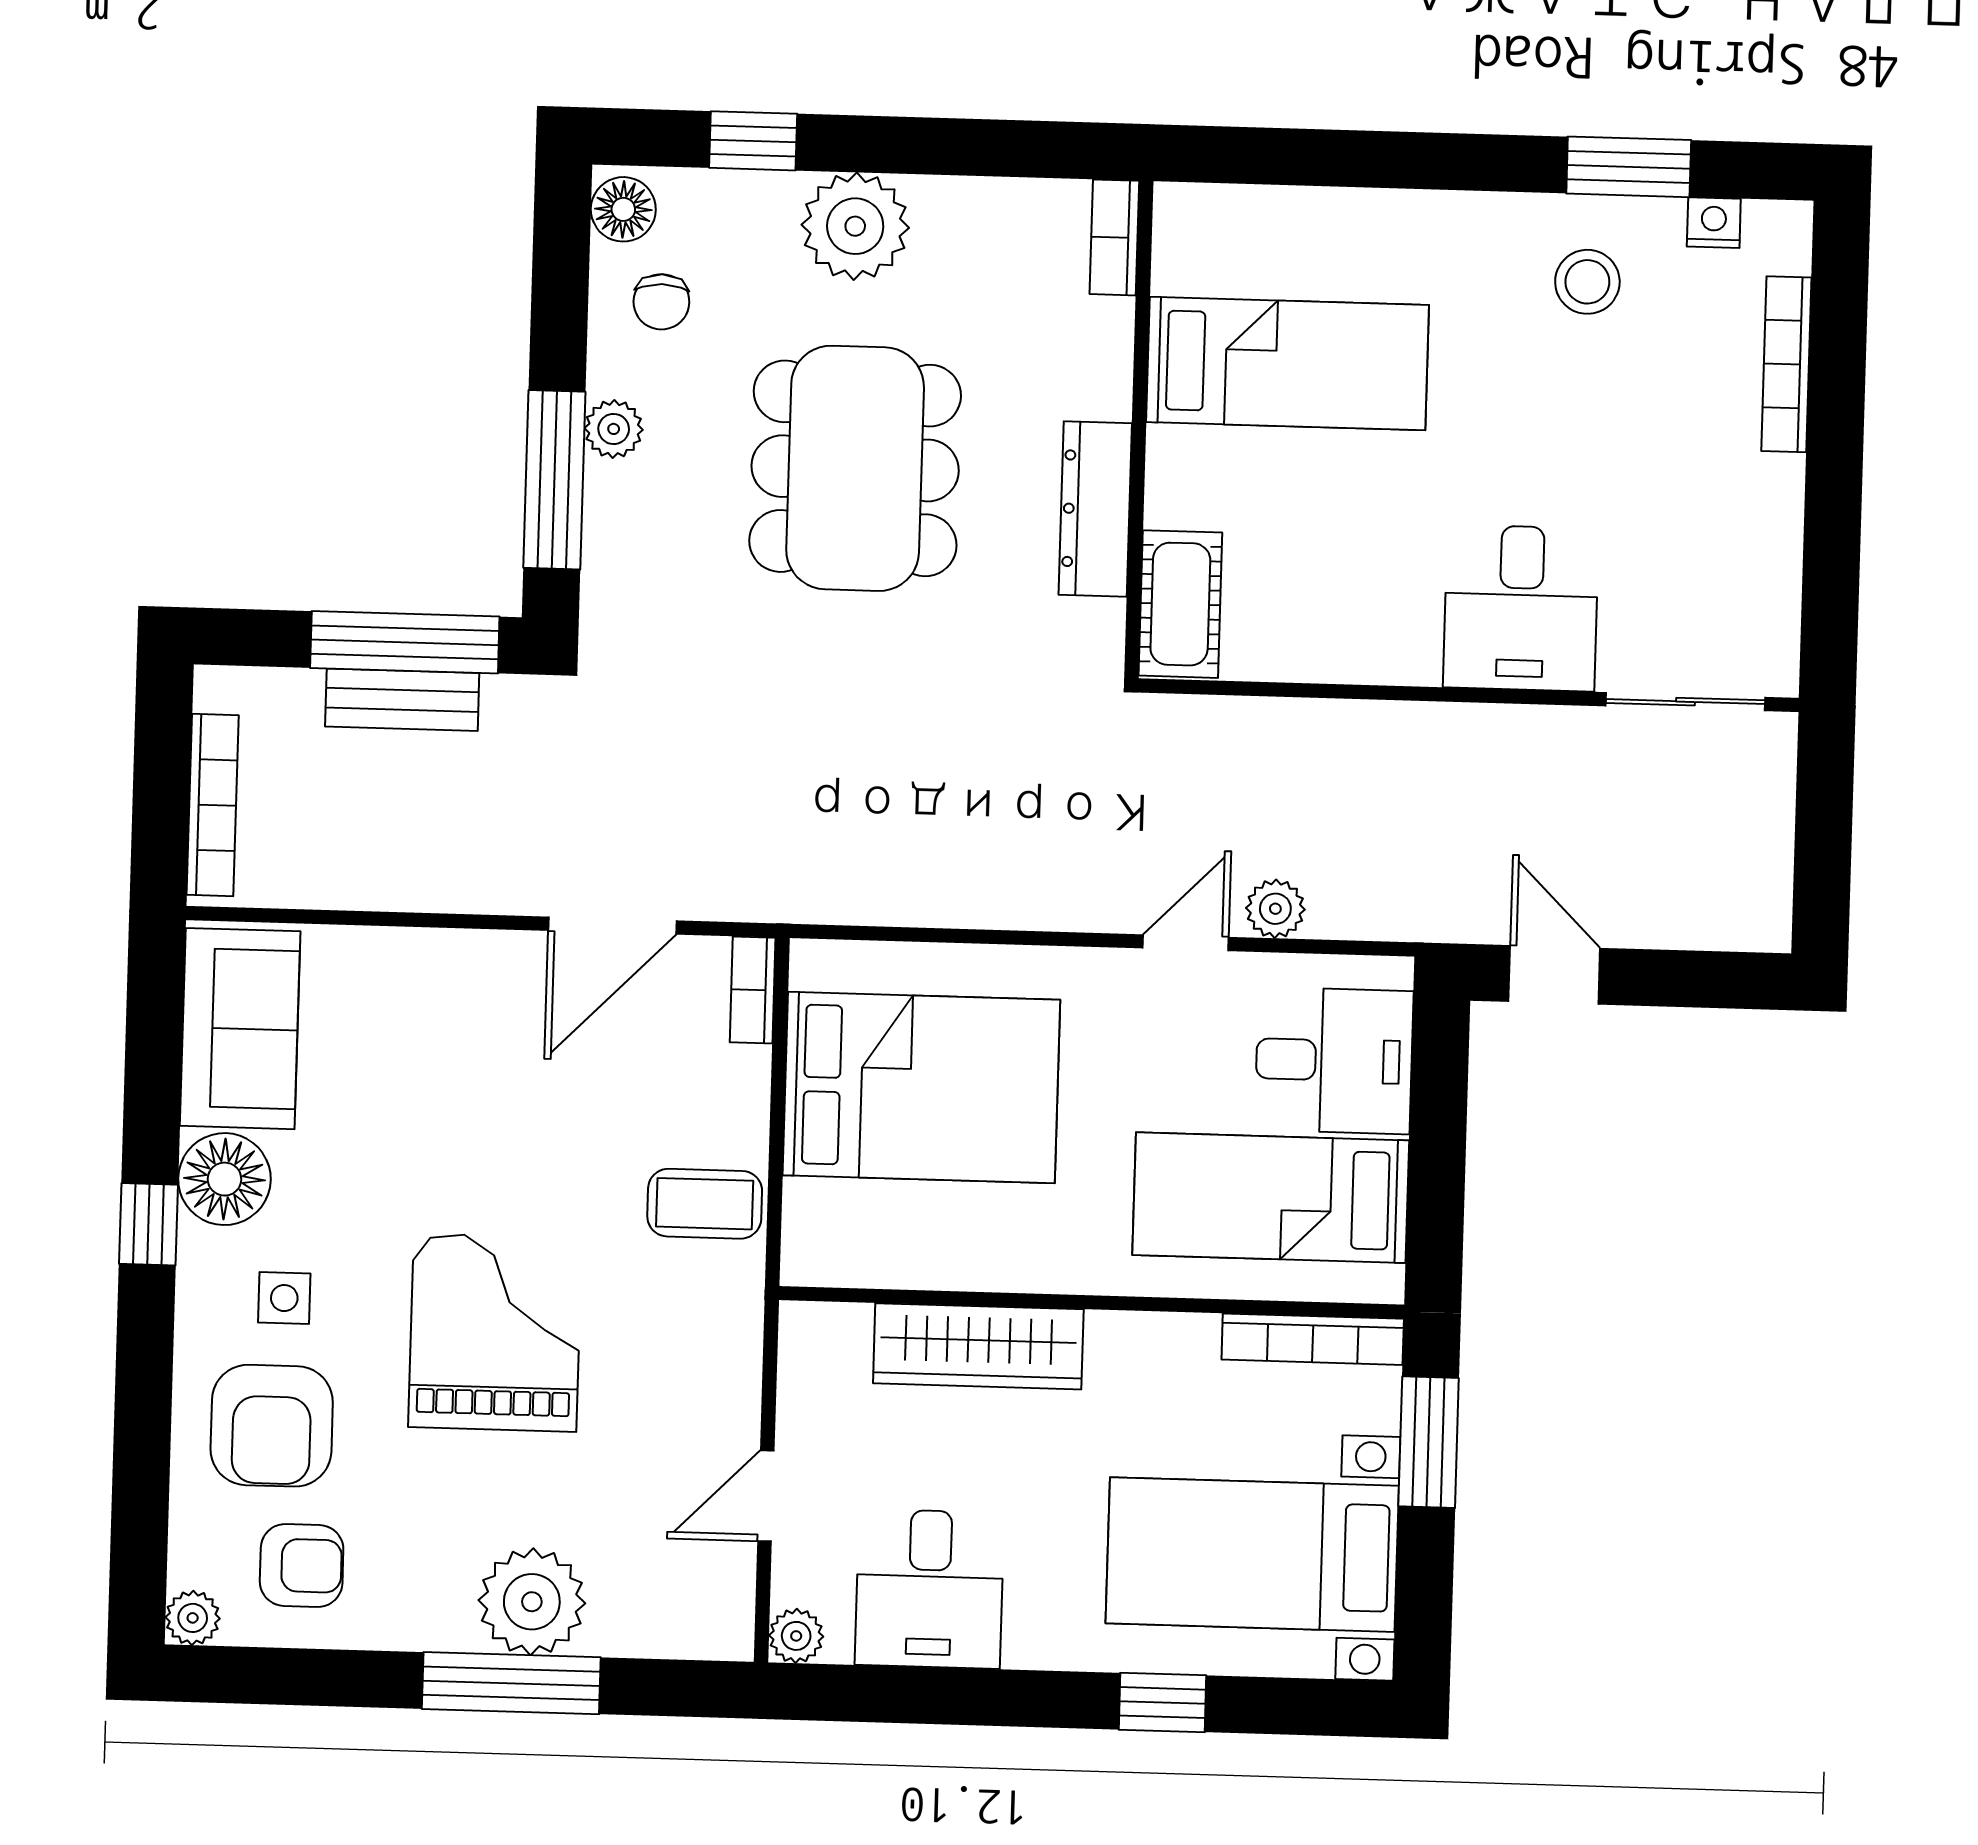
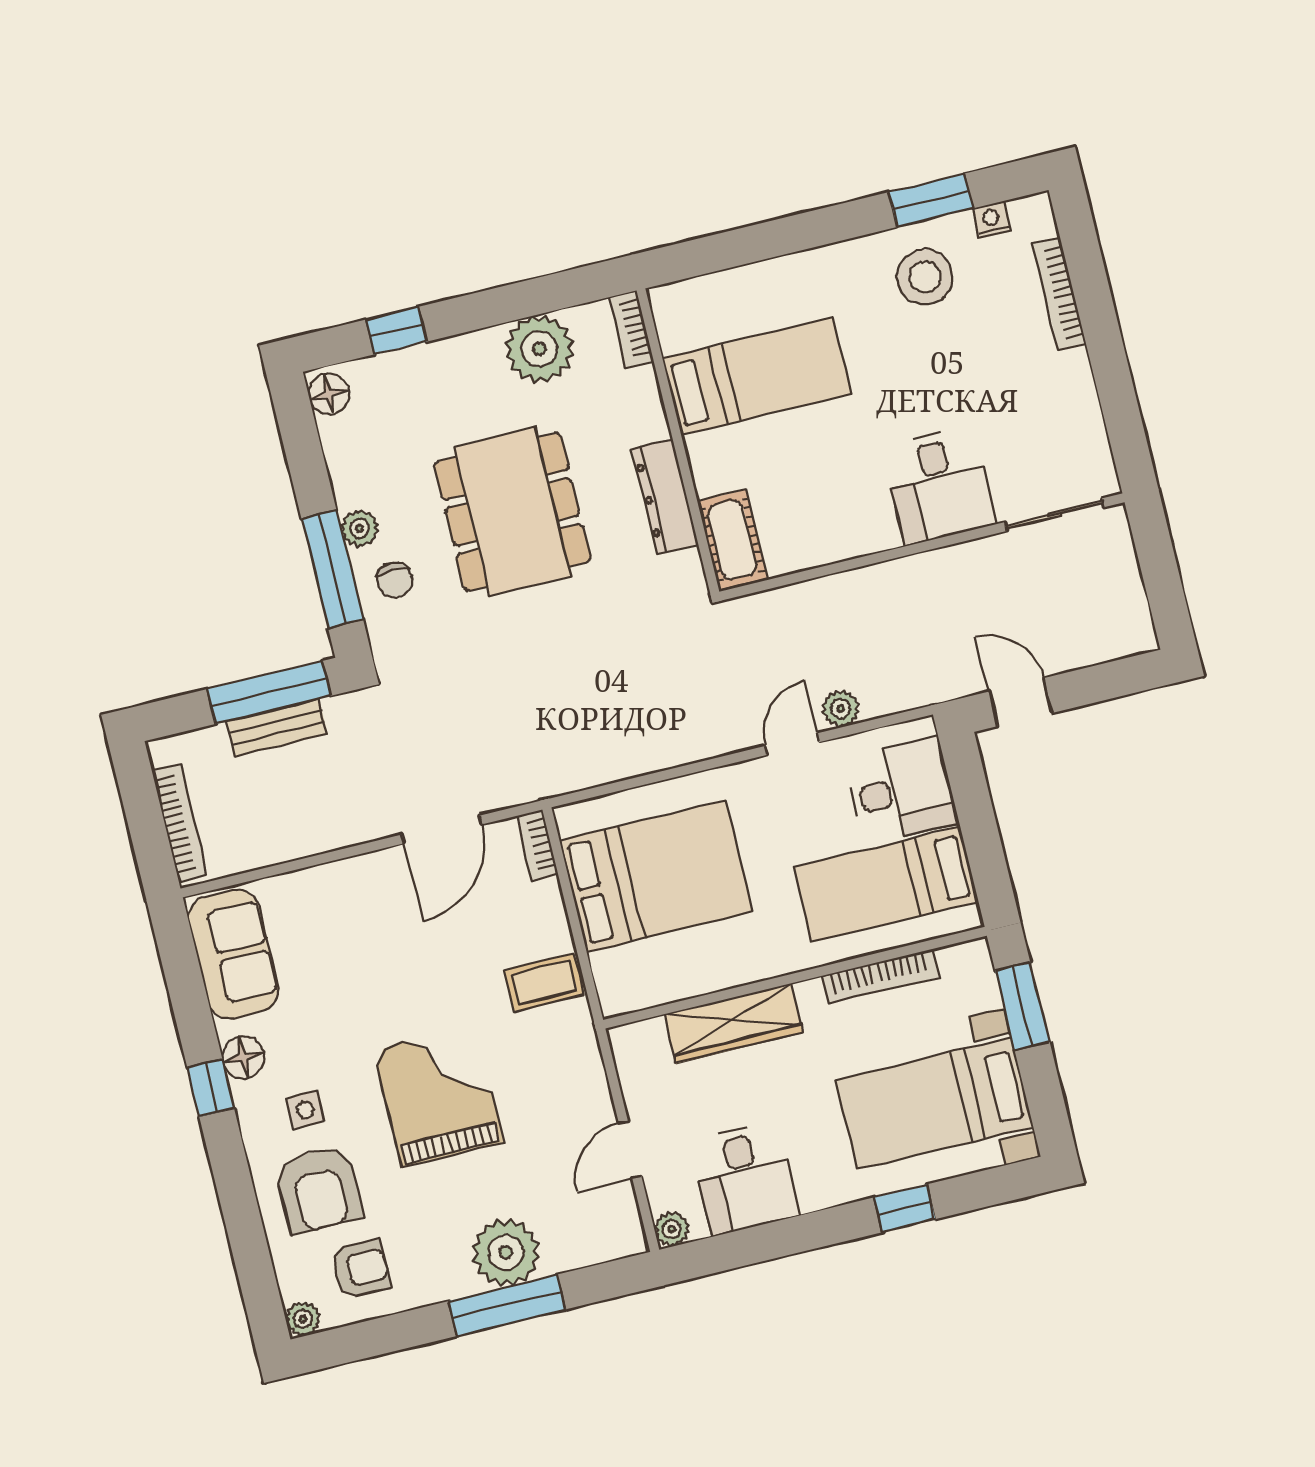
plant: (855, 226) -> (540, 349), moved
stool: (1587, 282) -> (925, 277), width x1.38, depth x1.38
chair: (661, 302) -> (395, 580), moved
floor lamp: (224, 1179) -> (243, 1057), width x0.73, depth x0.73
bookcase: (1313, 1339) -> (880, 977), moved

